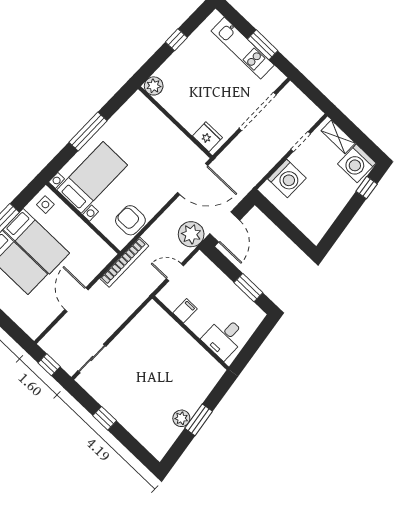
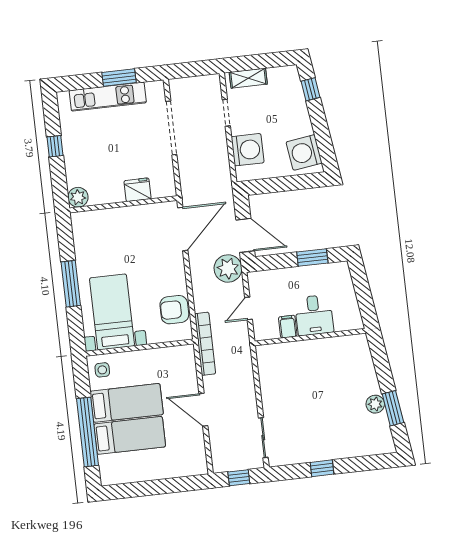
fridge: (207, 137) -> (137, 190), moved
washing machine: (357, 163) -> (304, 152), moved, turned 82
desk: (224, 338) -> (314, 315), moved
window: (199, 420) -> (393, 408), moved

